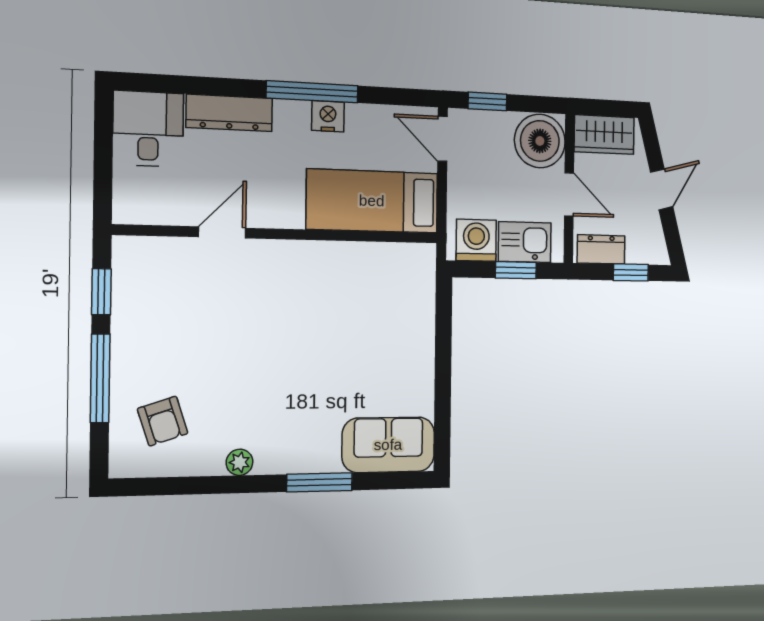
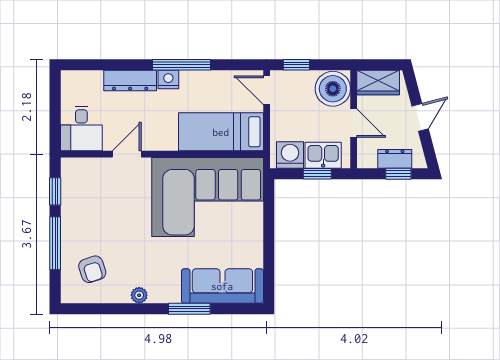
nightstand: (328, 116) -> (168, 80), moved
desk: (148, 129) -> (81, 128), moved, turned 180
dresser: (601, 249) -> (395, 159), moved
corner sofa: (350, 304) -> (208, 197), added
sofa: (388, 445) -> (222, 286), width x1.36

